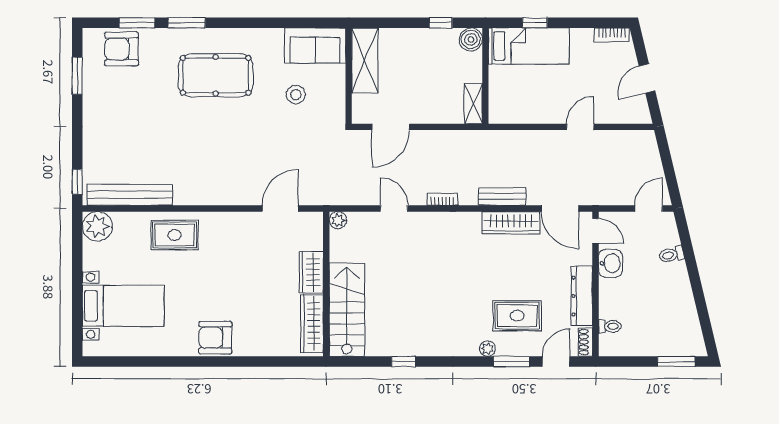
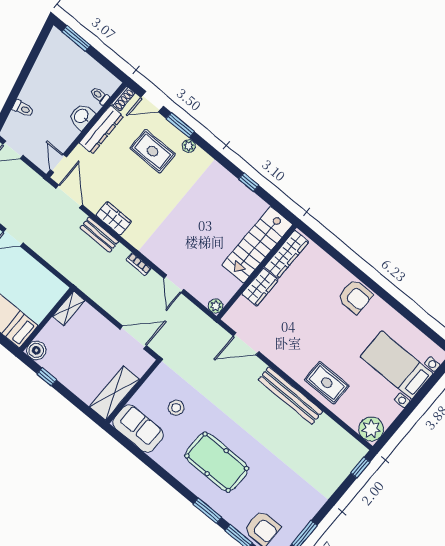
bench: (130, 195) -> (290, 396), moved
wardrobe: (511, 223) -> (114, 218), width x0.67
washbasin: (610, 263) -> (82, 116), moved

